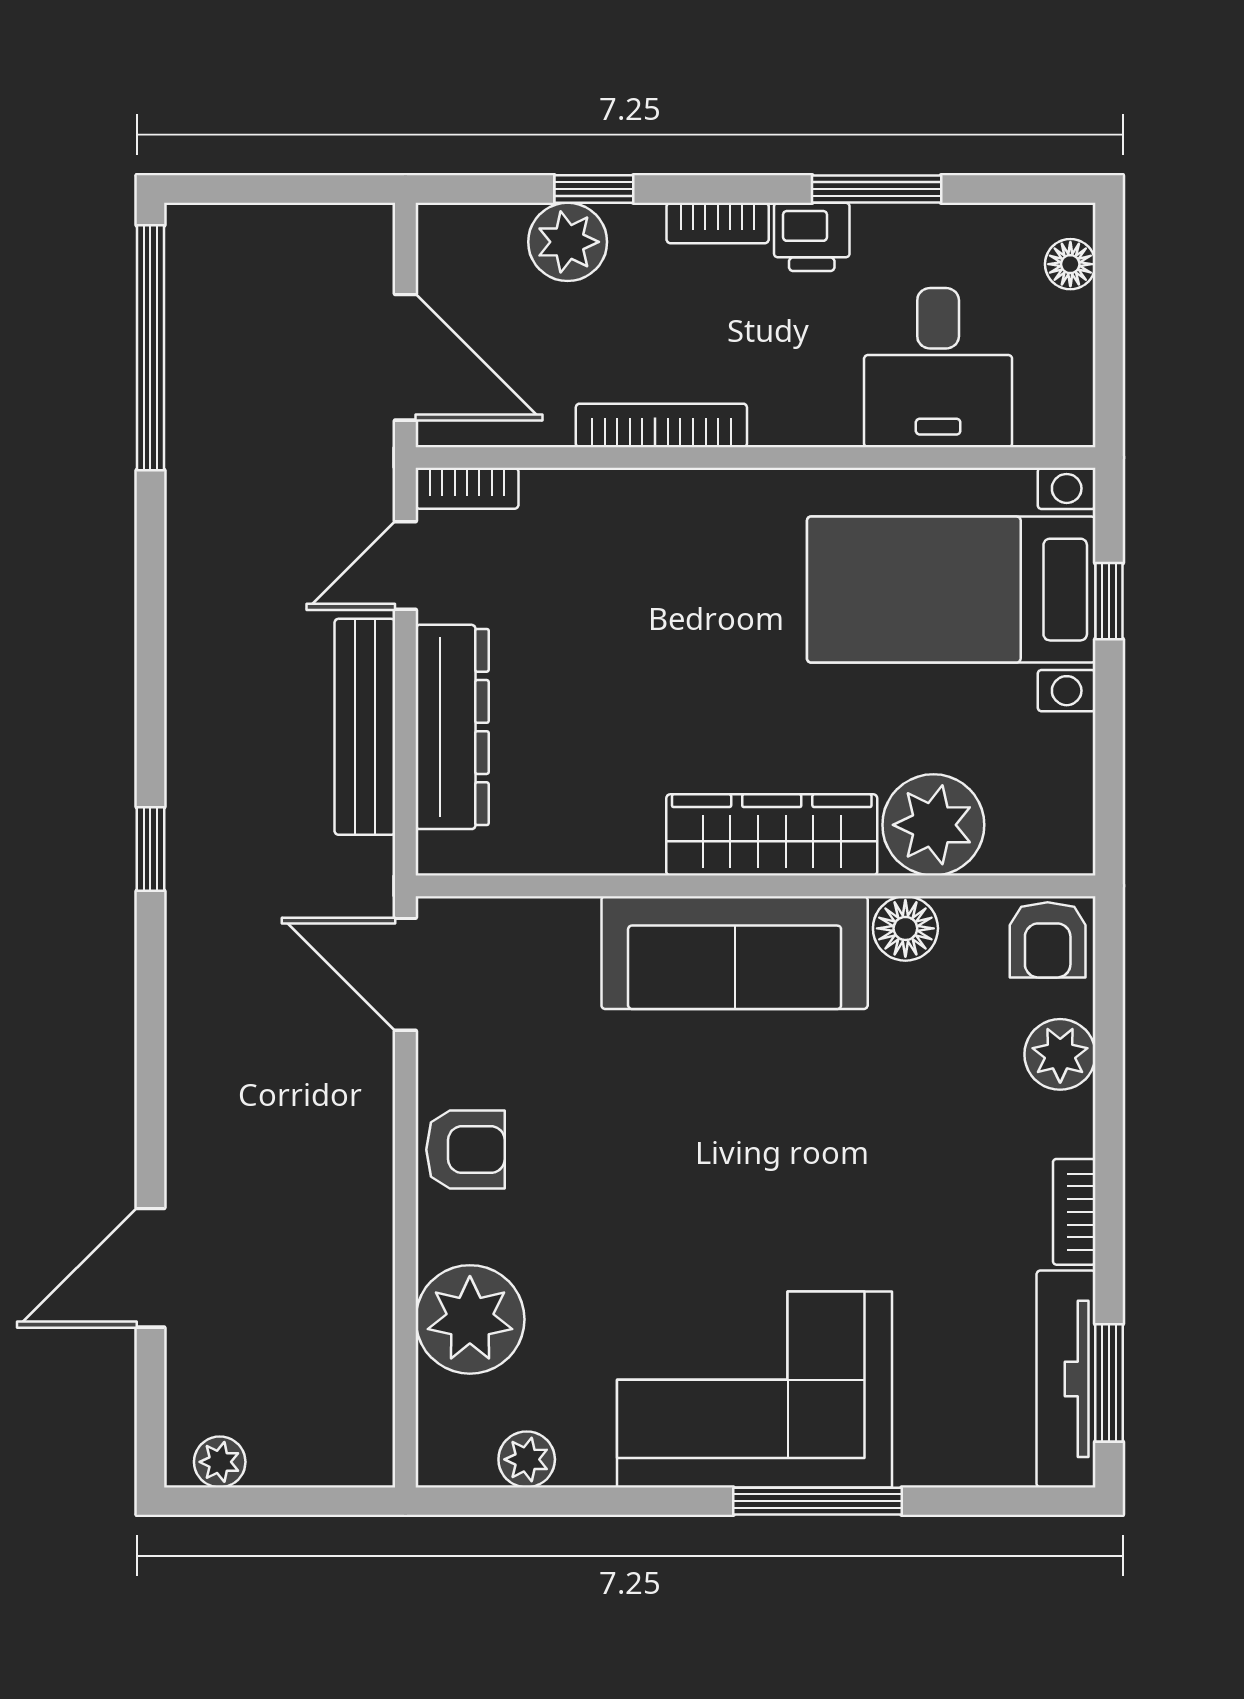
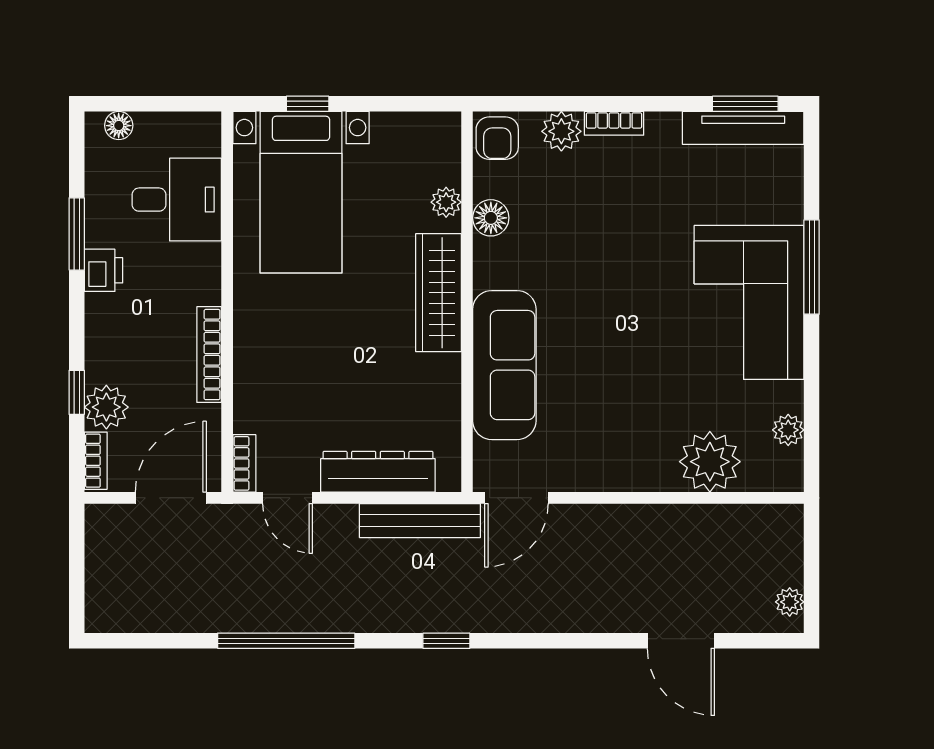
bookcase: (718, 223) -> (96, 461), moved
window: (150, 348) -> (286, 641), moved
bench: (365, 727) -> (420, 521), moved
plant: (933, 825) -> (446, 202), width x0.53, depth x0.53
armchair: (1048, 940) -> (497, 138), turned 90
sofa: (735, 953) -> (504, 365), moved
armchair: (465, 1150) -> (615, 464), removed
bookcase: (1074, 1212) -> (614, 123), moved

